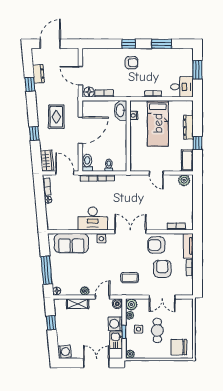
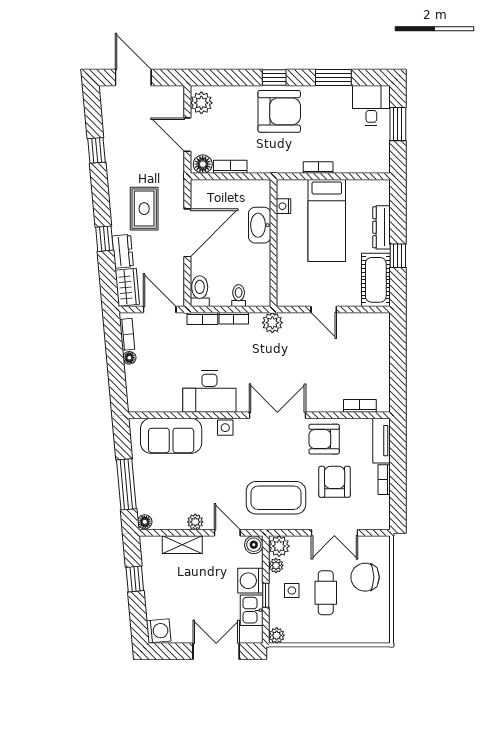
door: (50, 44) -> (133, 78), hinge flipped
plant: (88, 58) -> (201, 103), added
armchair: (131, 63) -> (279, 111), width x1.88, depth x1.88
dresser: (38, 74) -> (123, 251), moved
desk: (182, 87) -> (371, 105), moved, turned -90
washbasin: (121, 110) -> (260, 225), moved
cot: (187, 160) -> (376, 280), width x1.37, depth x1.34
plant: (184, 180) -> (272, 323), moved
coffee table: (130, 278) -> (276, 498), width x1.86, depth x1.72
door: (103, 297) -> (227, 533), hinge flipped
chair: (179, 347) -> (365, 577), moved

